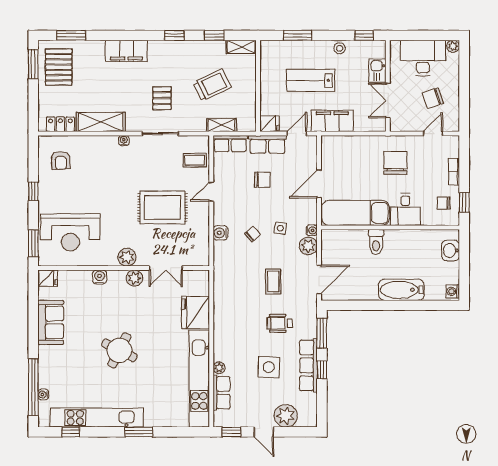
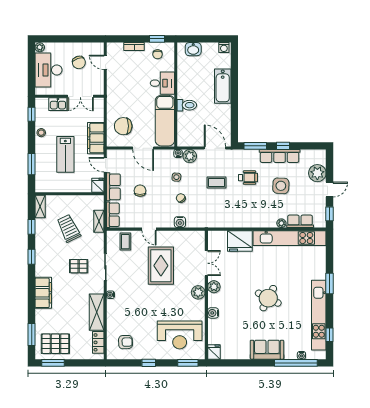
chair: (395, 163) -> (123, 126), moved
reception desk: (70, 232) -> (180, 335), turned 90
sofa: (51, 322) -> (267, 350), moved
wheelchair: (280, 323) -> (248, 178), turned -90

